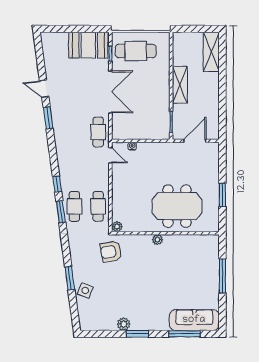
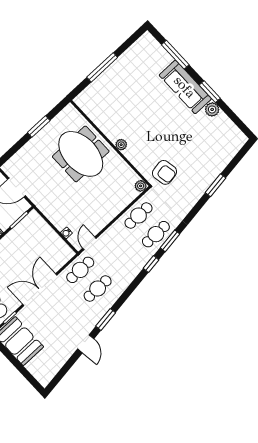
cafe table: (74, 132) -> (98, 289), added
side table: (85, 290) -> (214, 164), removed
sofa: (194, 320) -> (185, 87), moved

